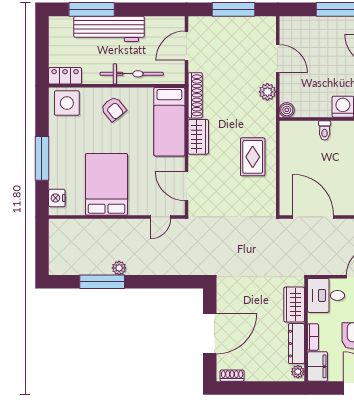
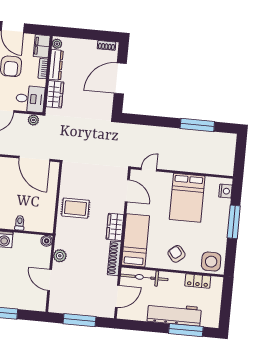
bicycle: (132, 74) -> (144, 277), moved
locker: (65, 76) -> (198, 281), moved
rug: (253, 157) -> (75, 208), turned 90
plant: (119, 268) -> (33, 120), moved

